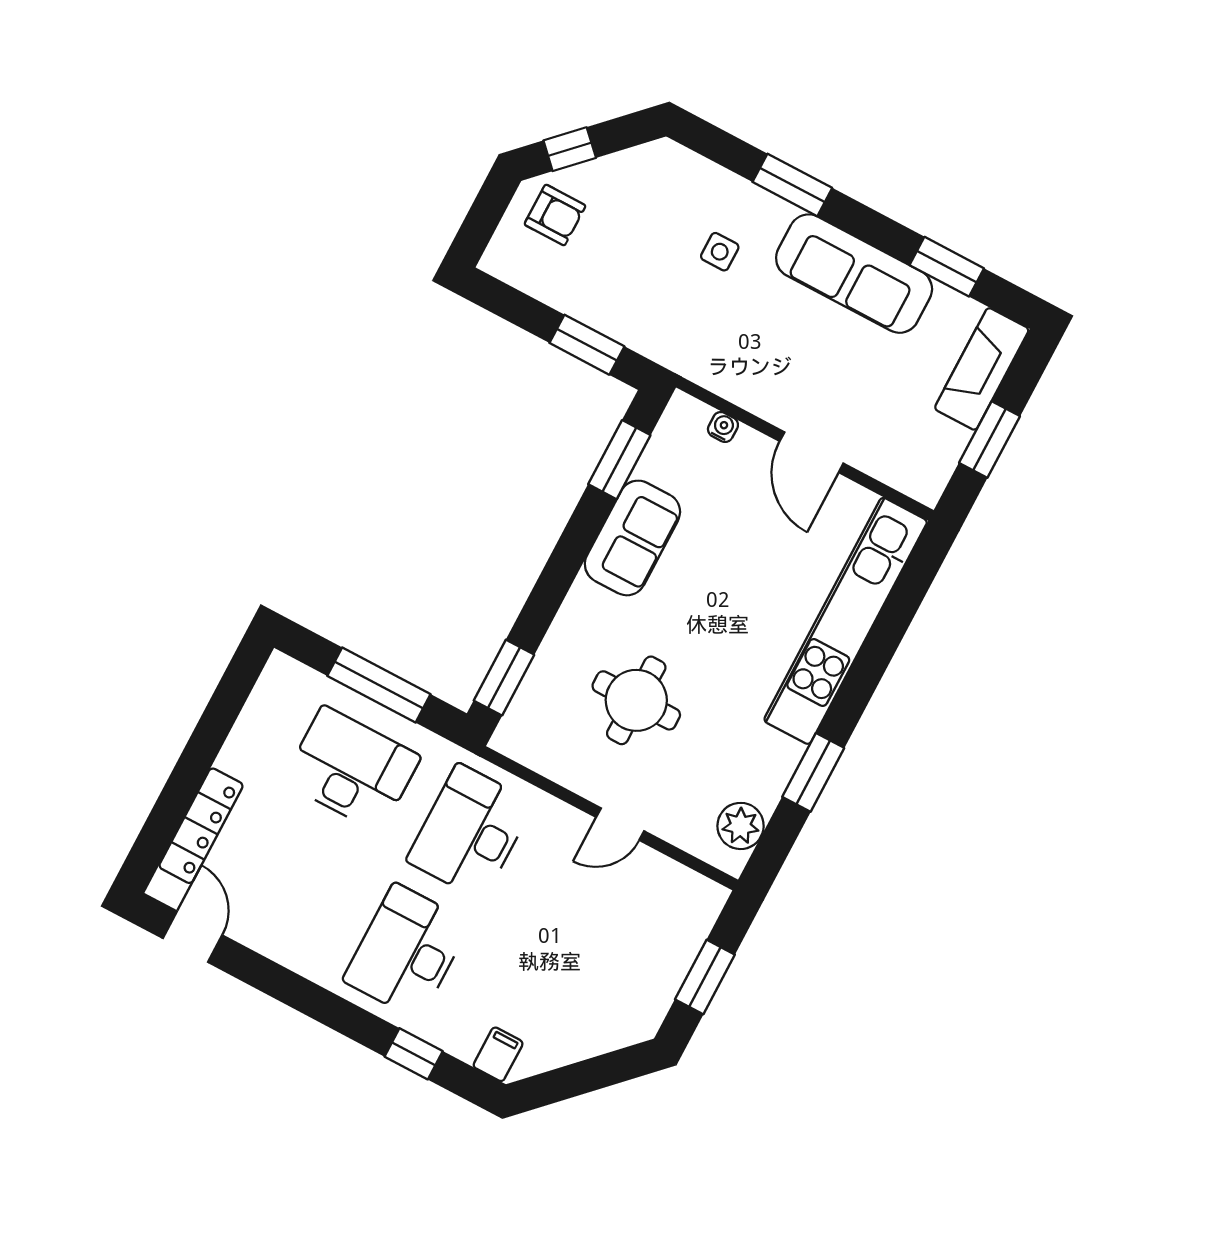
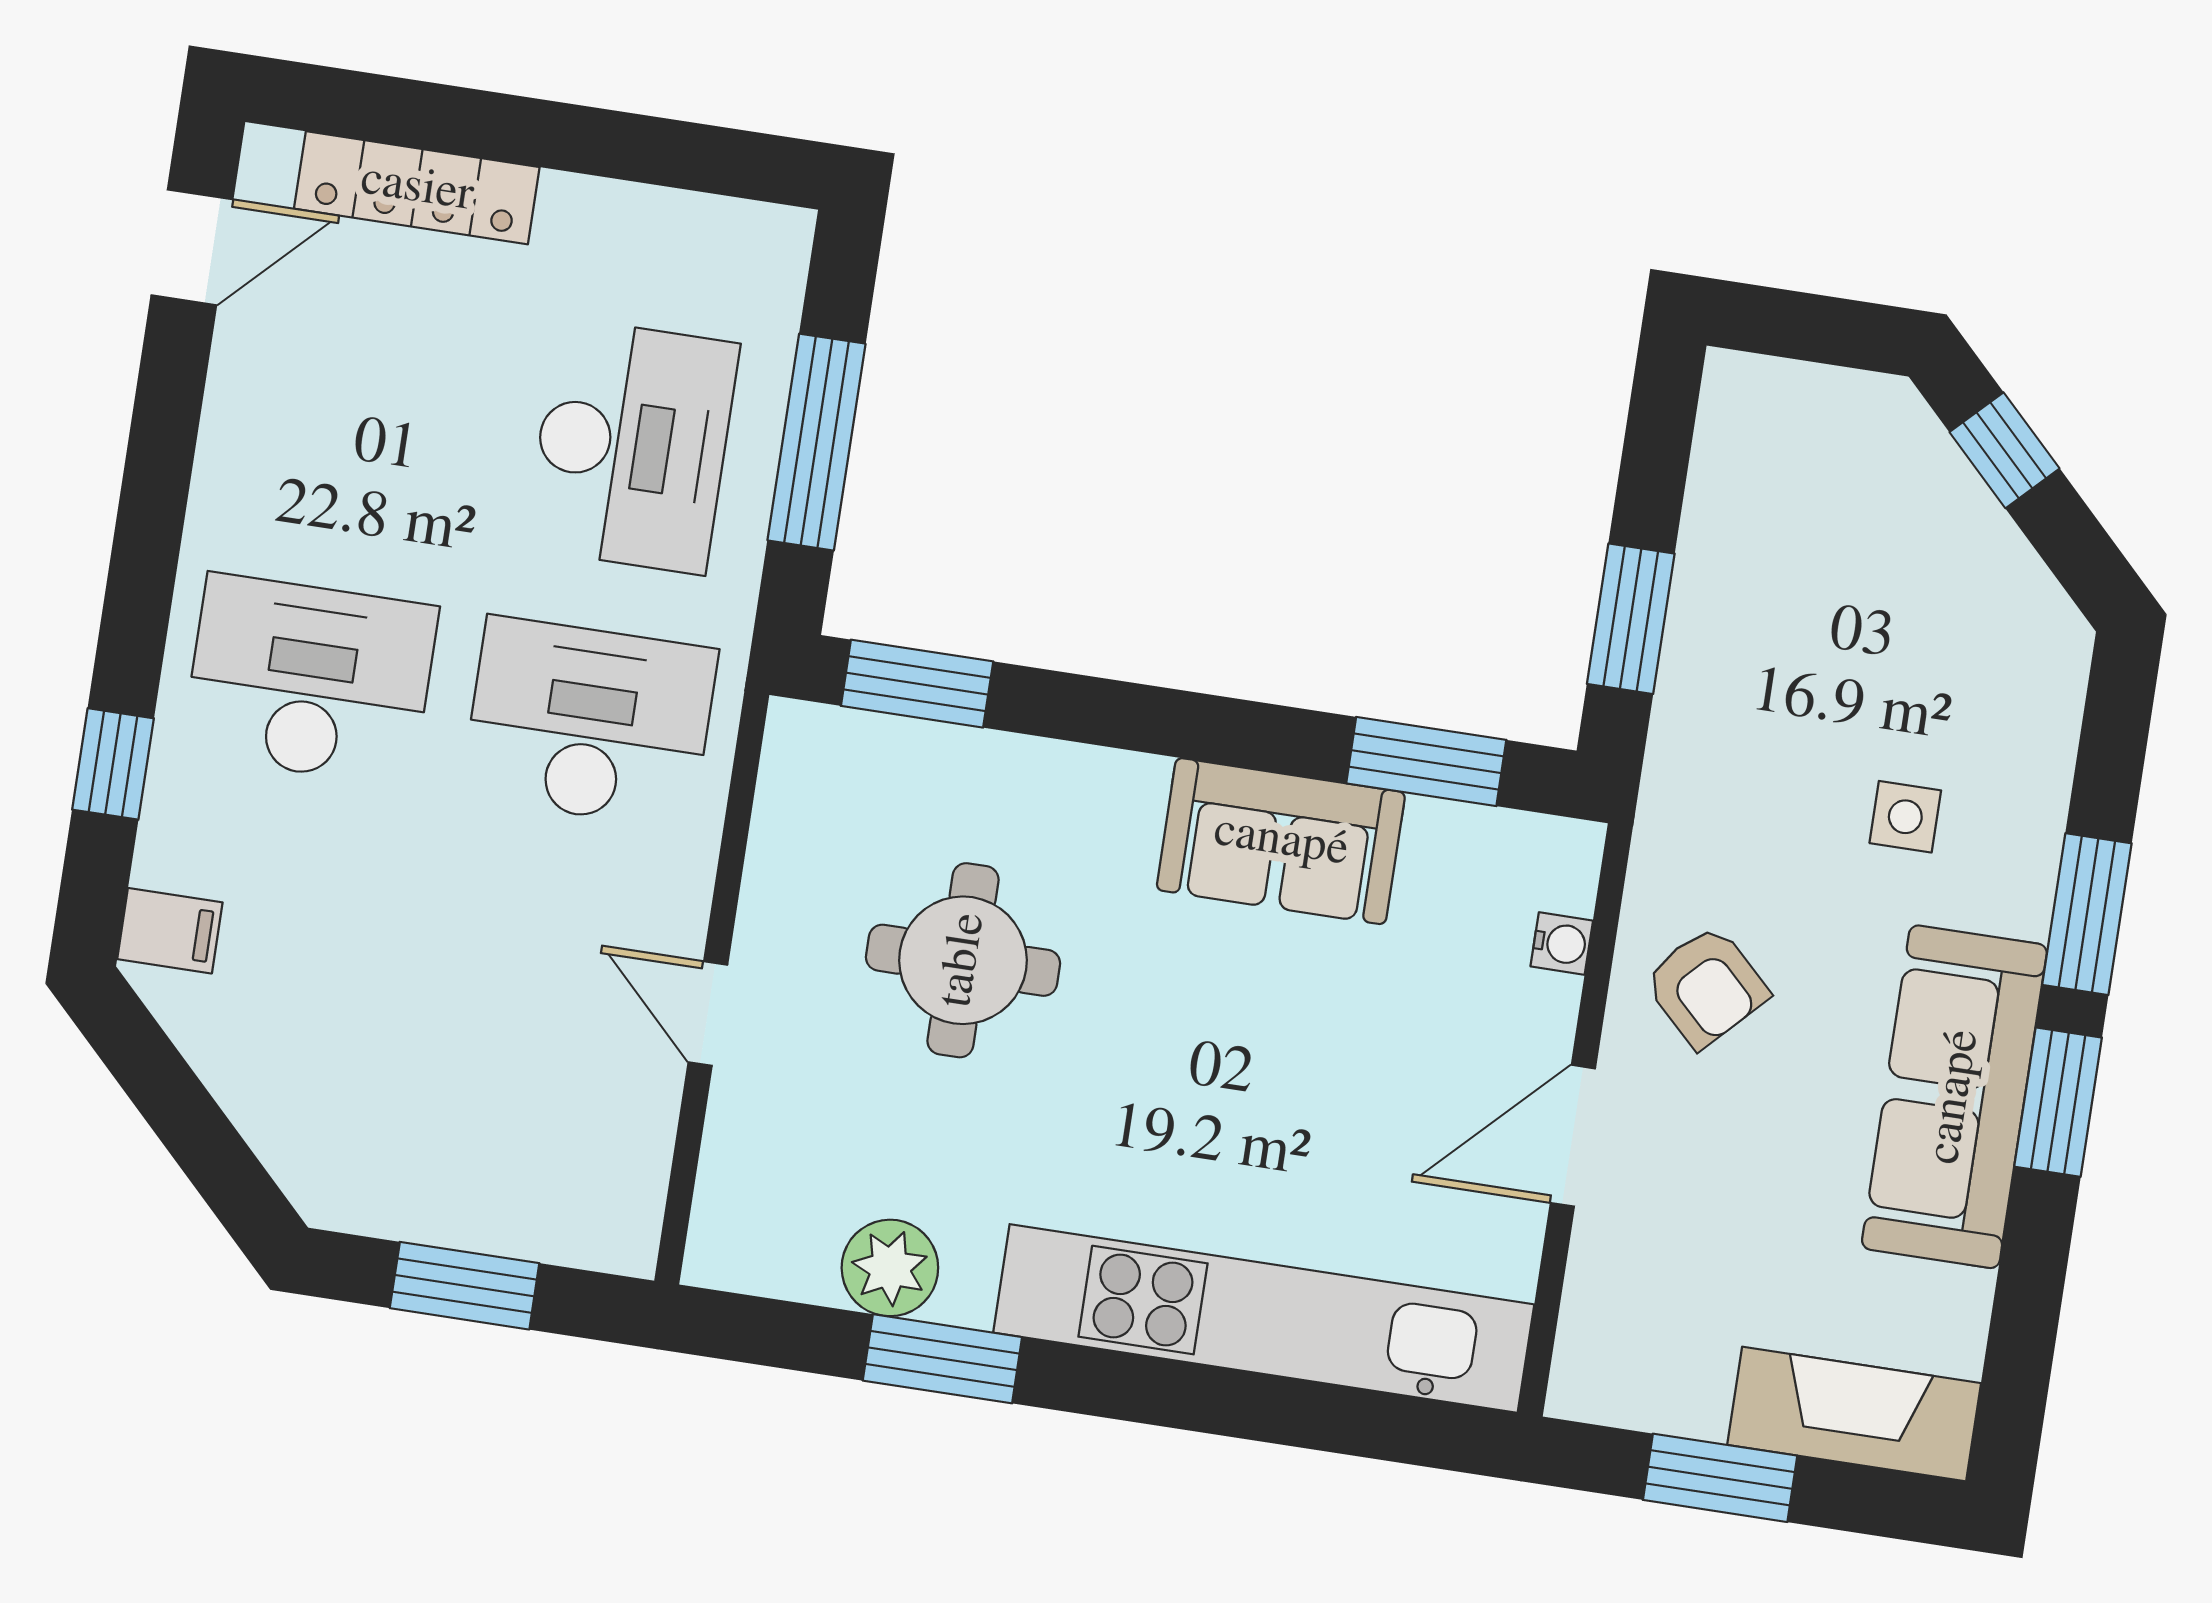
armchair: (555, 215) -> (1706, 986), moved, turned -46
window: (947, 267) -> (2058, 1102), moved
plant: (741, 826) -> (890, 1268), moved

